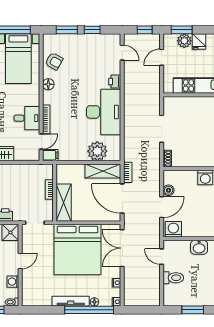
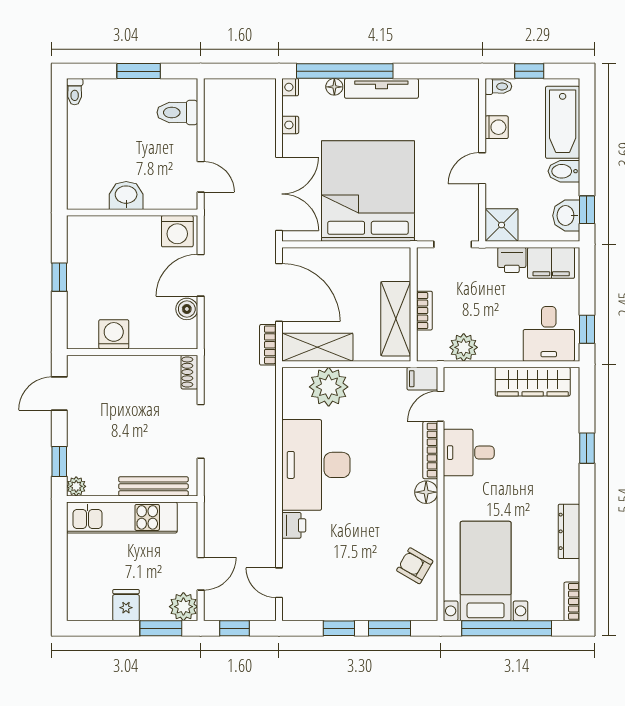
plant: (184, 41) -> (183, 607), moved
floor lamp: (48, 84) -> (426, 492), moved
bench: (185, 101) -> (153, 486), added
plant: (29, 171) -> (464, 347), added
shelving: (64, 203) -> (396, 319), moved
toilet: (173, 278) -> (177, 112), moved

